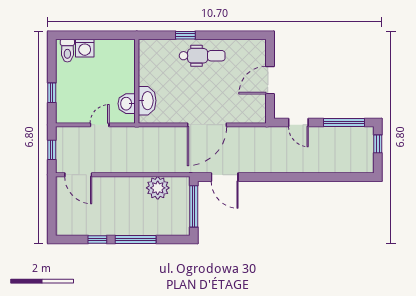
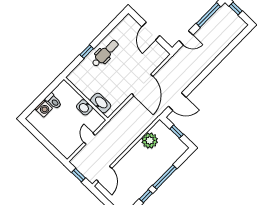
toilet: (67, 51) -> (53, 101), moved
window: (52, 93) -> (50, 147), removed
washbasin: (127, 104) -> (84, 107), moved
door: (78, 175) -> (104, 174), hinge flipped
window: (194, 206) -> (177, 132), width x0.46

